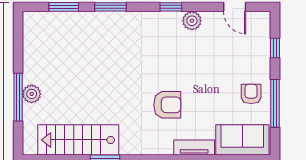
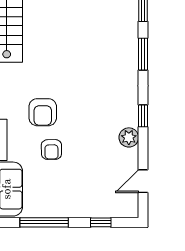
armchair: (251, 94) -> (51, 149), moved, turned 89

